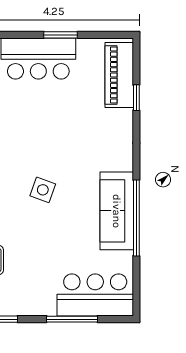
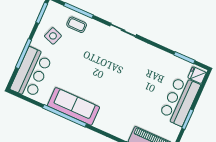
side table: (43, 190) -> (53, 36), moved

